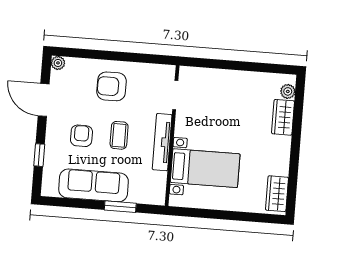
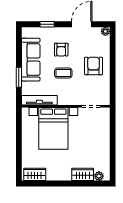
armchair: (81, 136) -> (61, 50), turned 90
tv unit: (162, 142) -> (39, 100), moved
bed with nightstands: (205, 168) -> (53, 128), width x1.36

